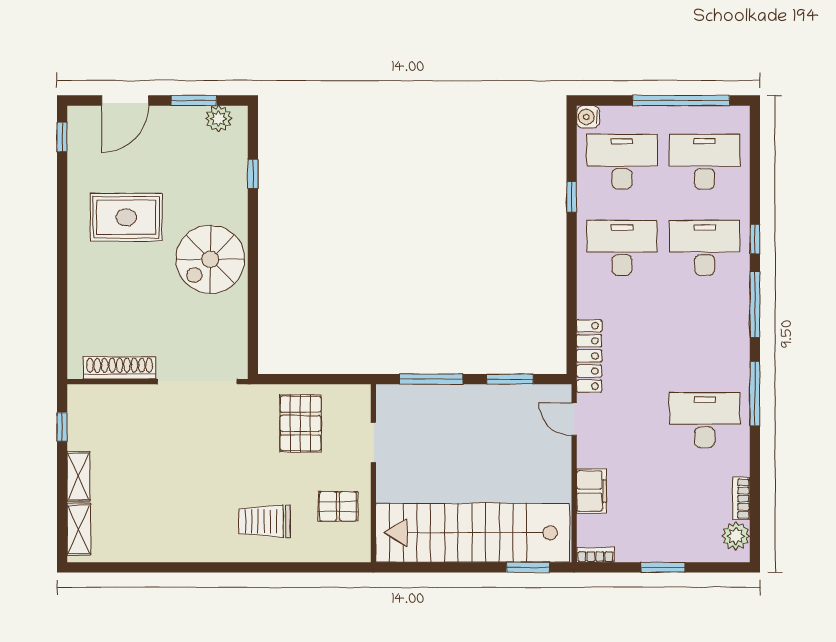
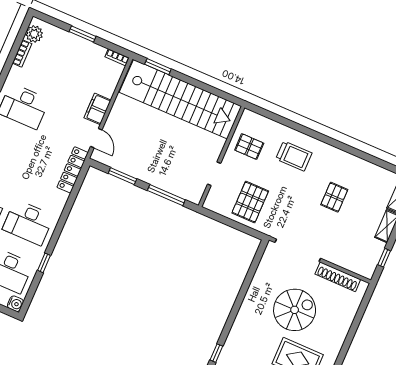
spiral stairs: (210, 259) -> (295, 310), moved
pallet: (177, 486) -> (334, 197), added
filing cabinet: (591, 491) -> (97, 109), moved

